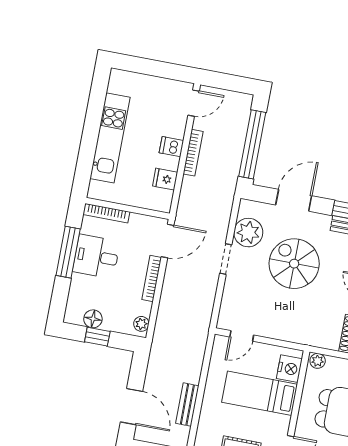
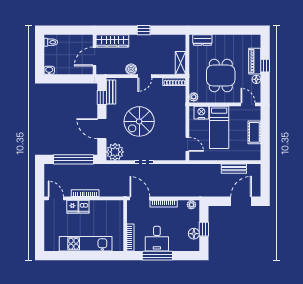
fridge: (165, 179) -> (72, 207), moved
plant: (248, 233) -> (115, 152), moved

